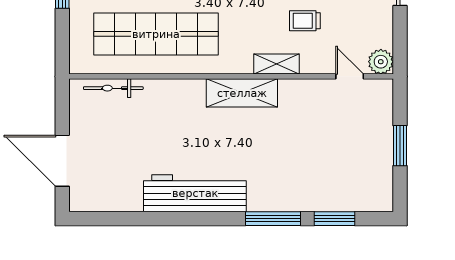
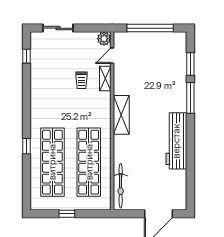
shelving: (277, 64) -> (105, 79), moved
bicycle: (113, 88) -> (121, 186), width x1.37, depth x1.40
window: (400, 146) -> (150, 28), width x2.11

